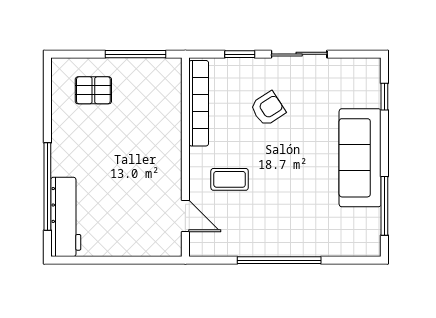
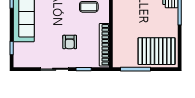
pallet: (93, 90) -> (157, 51), width x2.05, depth x2.00
armchair: (268, 109) -> (70, 42), turned -57

